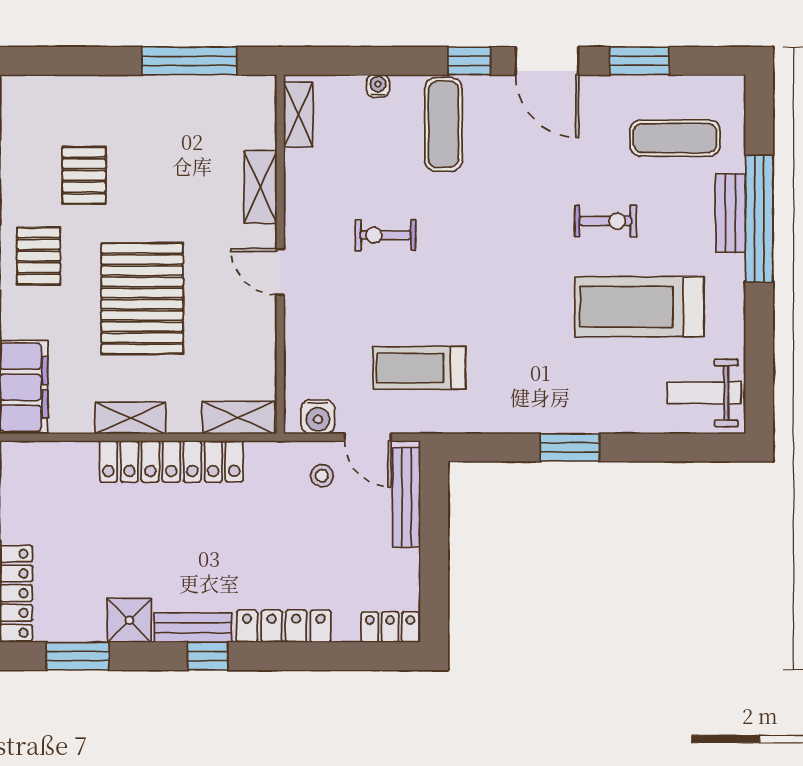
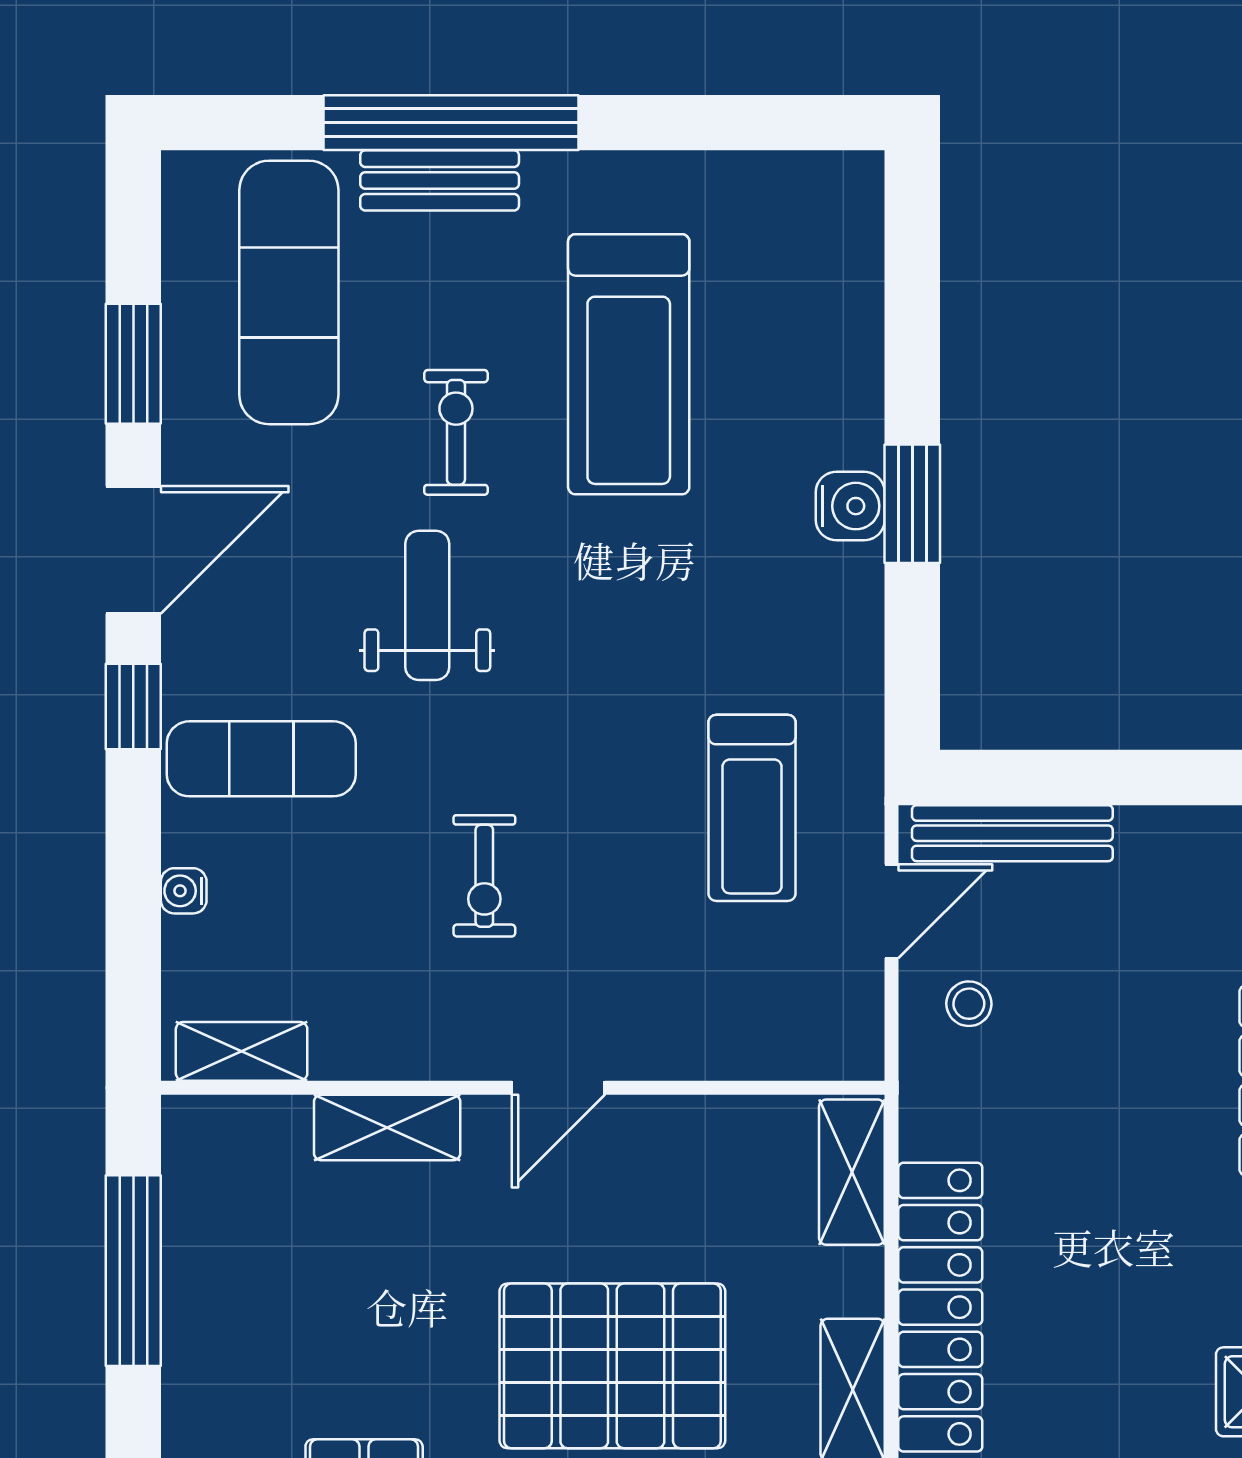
exercise mat: (675, 138) -> (289, 292), width x1.36, depth x1.45
weight bench: (704, 393) -> (427, 605), moved, turned 180
water cooler: (318, 417) -> (850, 506), moved

